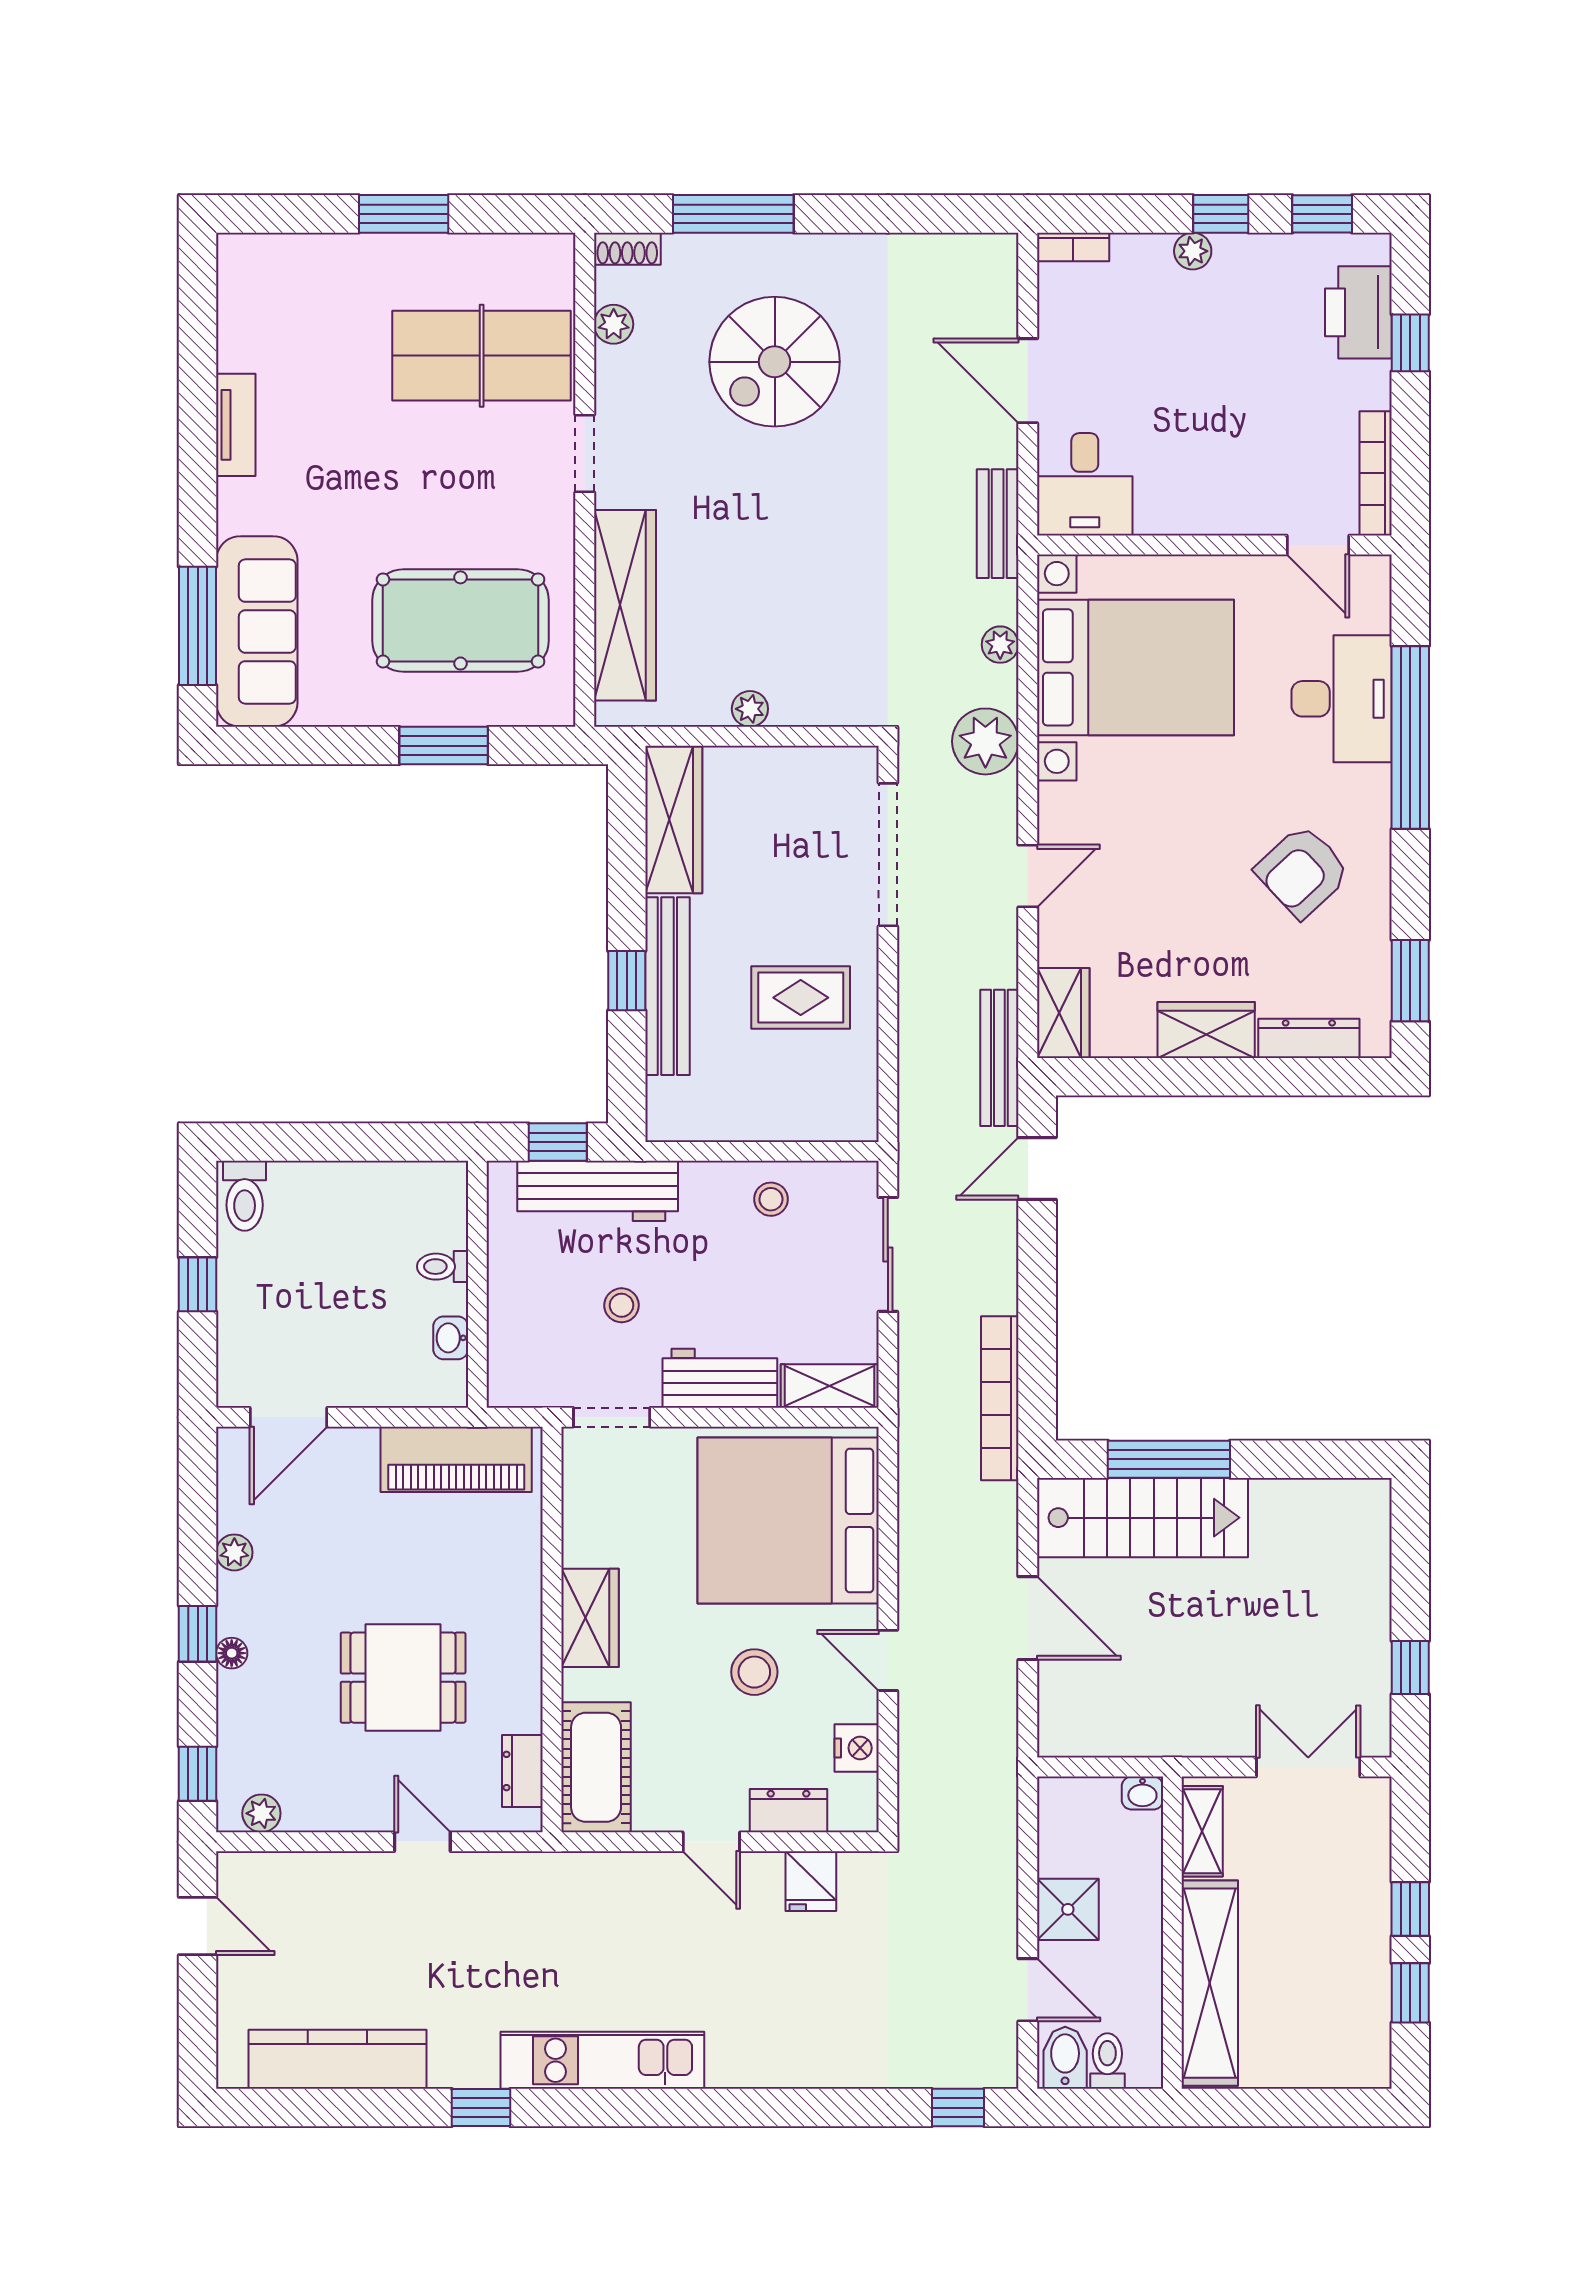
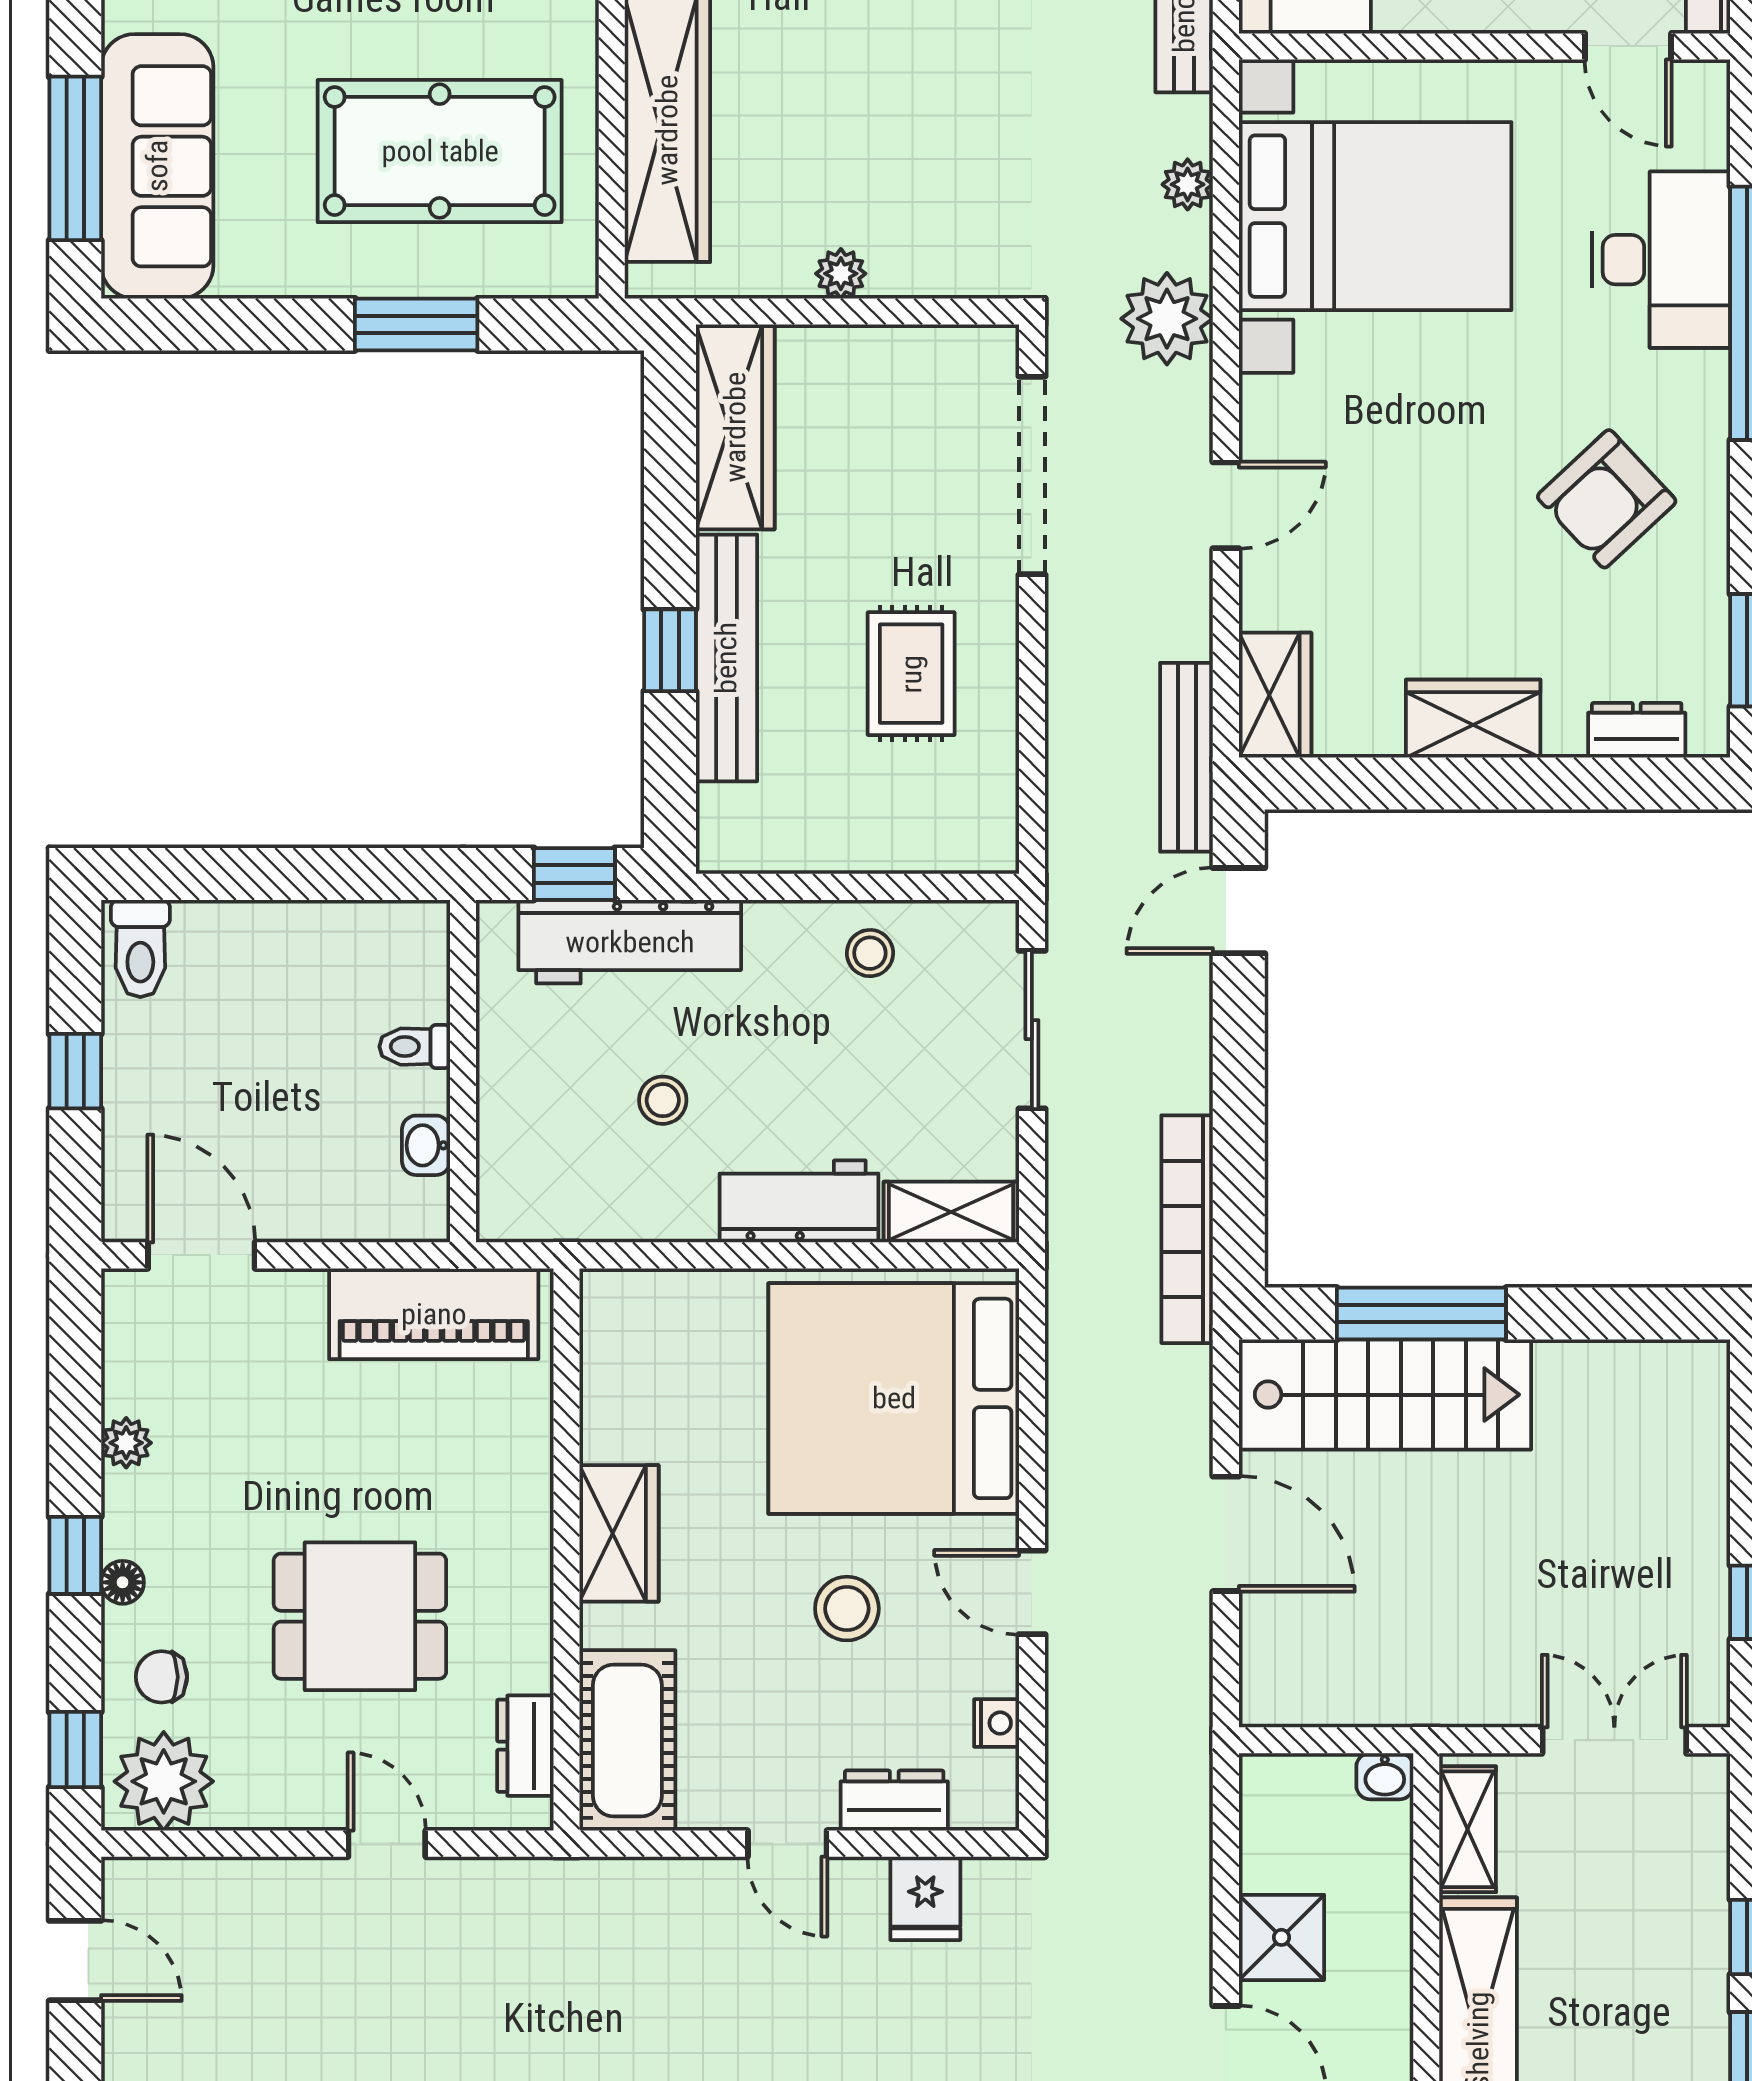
rug: (801, 998) -> (911, 674), turned 90
dresser: (1309, 1038) -> (1637, 730), width x0.70
door: (289, 1417) -> (201, 1255), swing flipped
doorway: (612, 1417) -> (649, 1255), removed
chair: (260, 1721) -> (161, 1677), added
nightstand: (857, 1748) -> (997, 1723), width x0.72, depth x0.74
plant: (261, 1813) -> (164, 1781), width x1.87, depth x1.87

